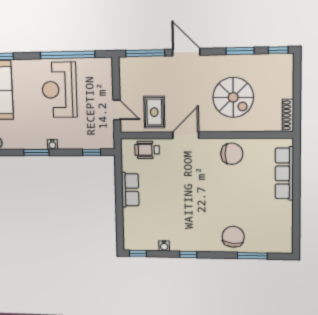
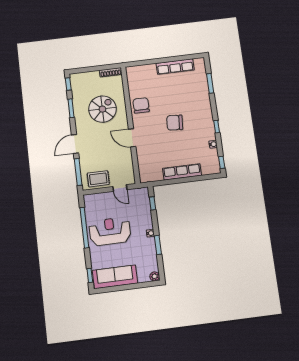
reception desk: (59, 90) -> (110, 231), turned 180
door: (117, 110) -> (120, 188), swing flipped
rug: (154, 112) -> (98, 179), moved
wheelchair: (147, 150) -> (146, 164), removed
row of seats: (284, 173) -> (175, 67), moved
row of seats: (130, 190) -> (182, 172), width x1.48
chair: (233, 237) -> (175, 123), moved

